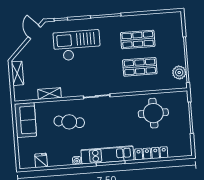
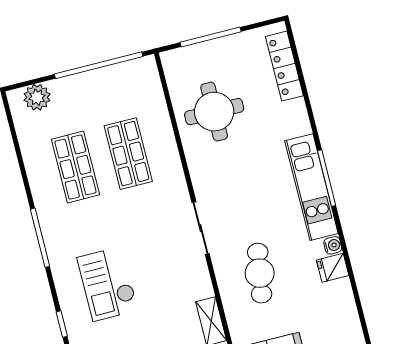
checkout: (77, 45) -> (108, 284), width x0.73, depth x0.83
plant: (179, 72) -> (37, 97), moved
locker: (151, 153) -> (284, 66), moved
fridge: (41, 160) -> (333, 268), moved

